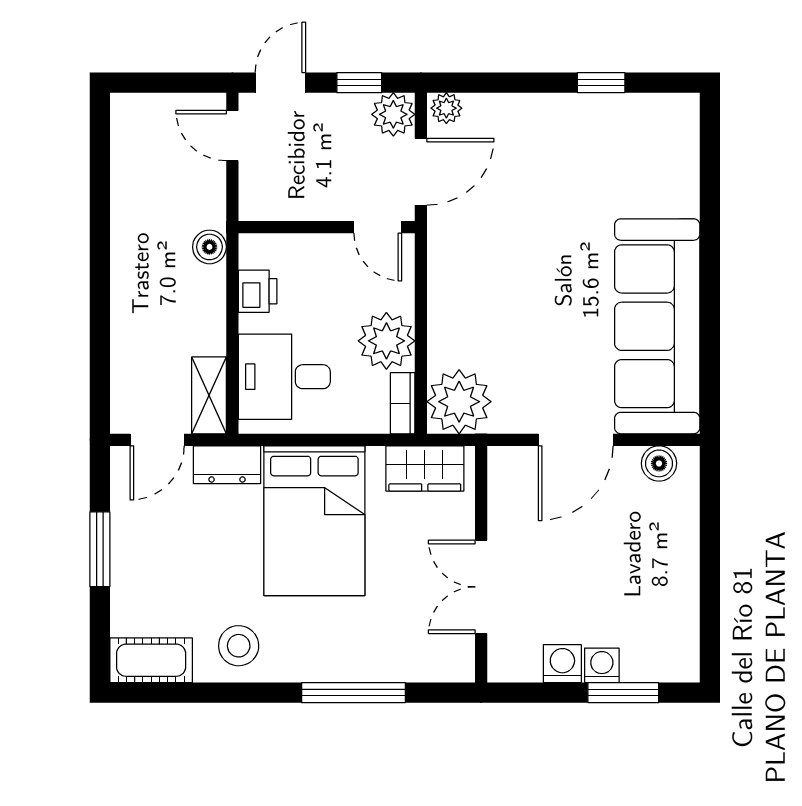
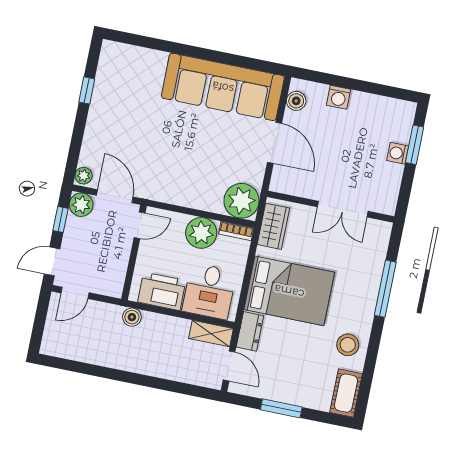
door: (280, 83) -> (52, 261), hinge flipped
printer: (258, 291) -> (162, 291), width x1.87, depth x1.48
washing machine: (562, 664) -> (339, 97), moved, turned -90

